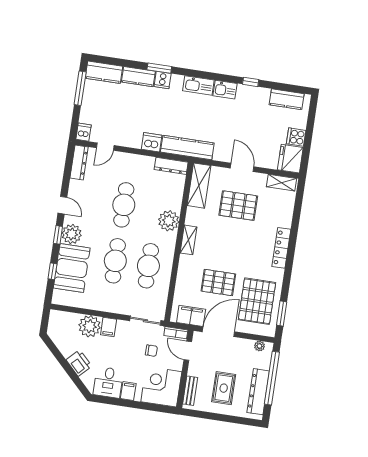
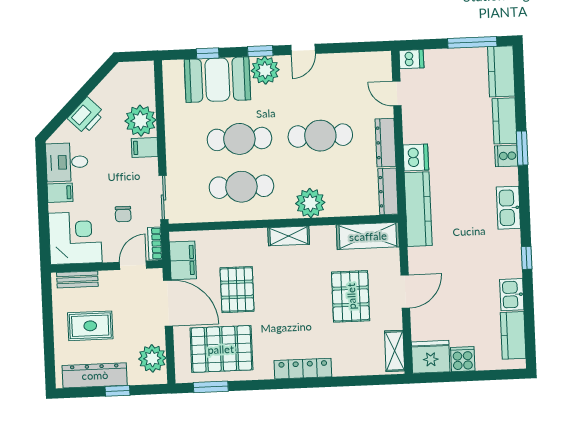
window: (251, 82) -> (527, 258), moved
kitchen sink: (225, 90) -> (512, 295), moved
dresser: (79, 163) -> (386, 143), moved, turned 90
plant: (259, 346) -> (152, 358), width x1.87, depth x1.87
window: (272, 378) -> (117, 391), width x0.32

